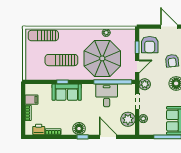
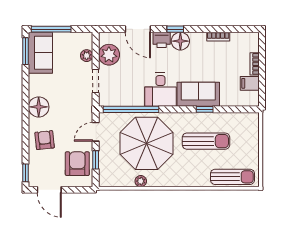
plant: (145, 84) -> (85, 106), removed
desk: (107, 95) -> (160, 90), moved
printer: (39, 129) -> (162, 40), moved

